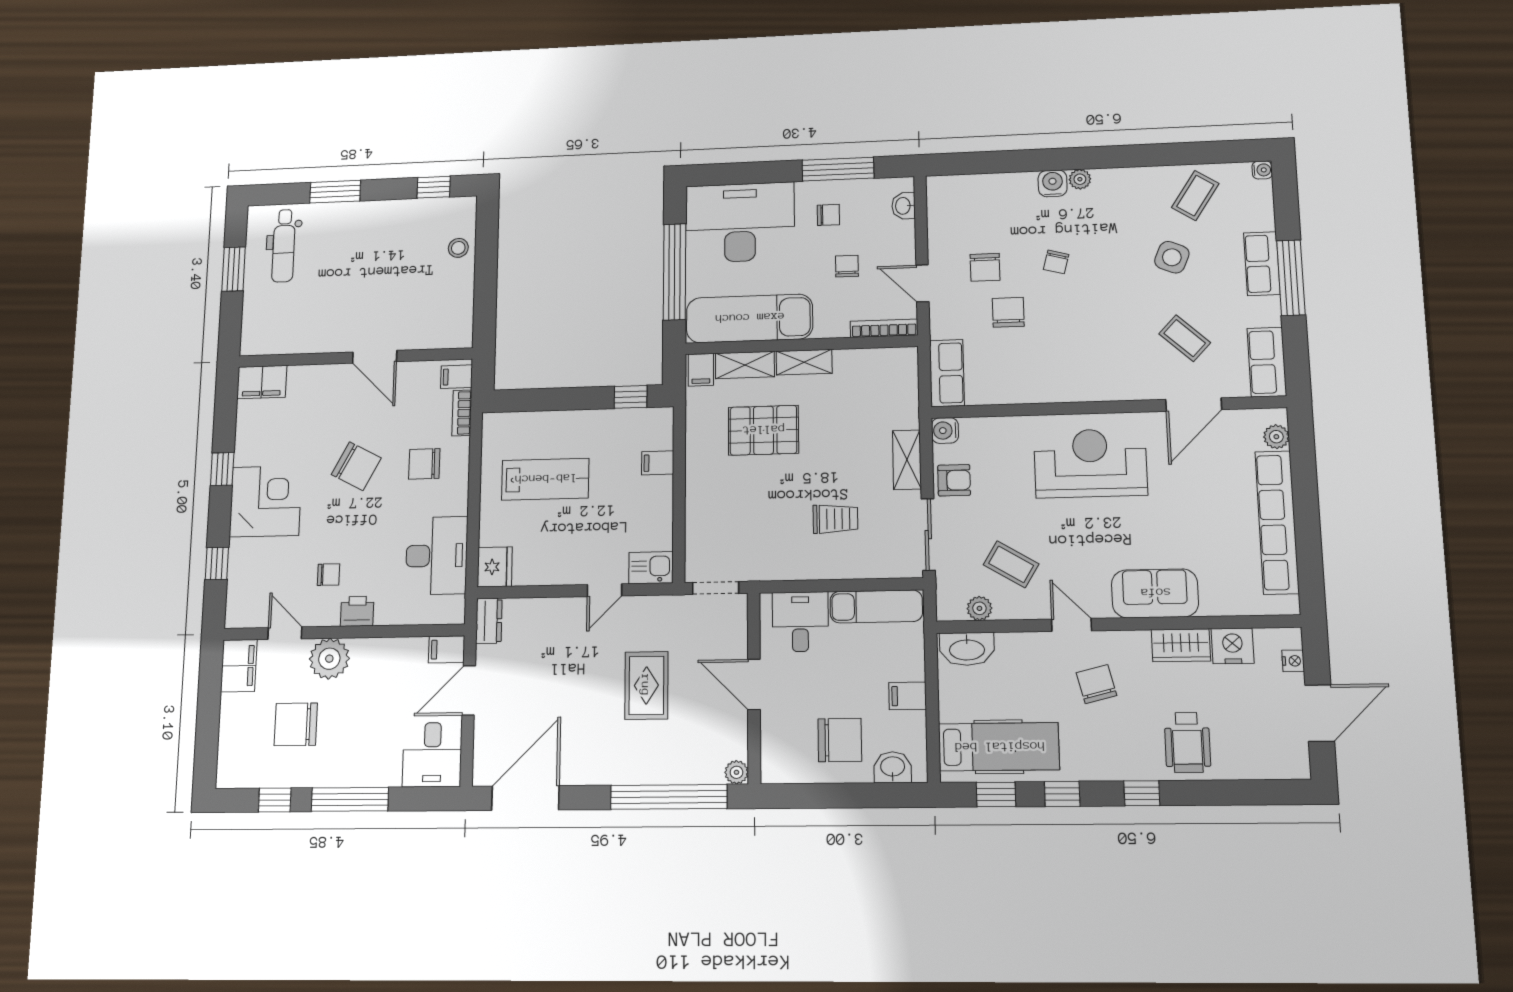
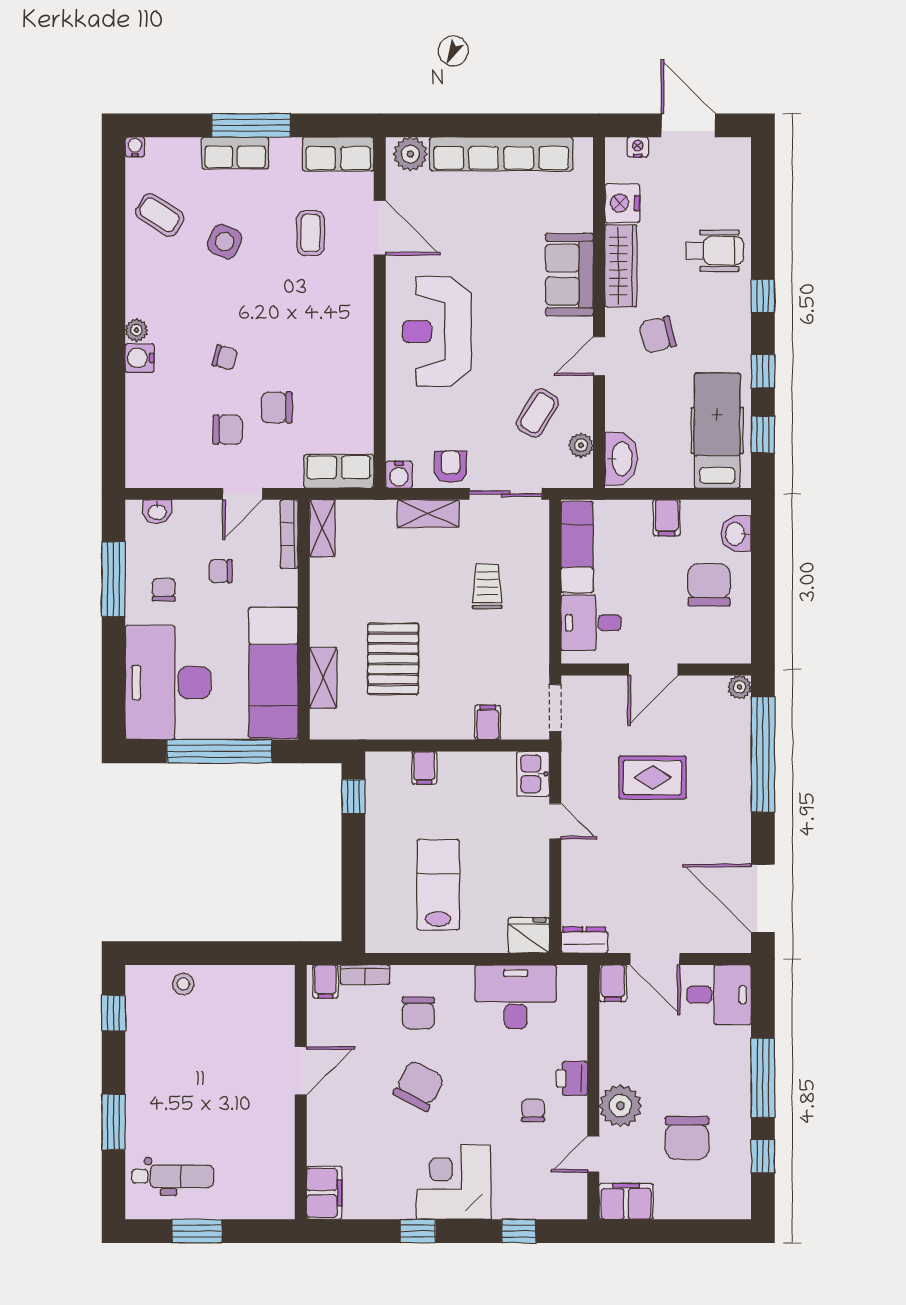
coffee table: (1185, 338) -> (311, 233), turned -43
shelving: (804, 362) -> (322, 528), moved
filing cabinet: (701, 370) -> (488, 722), moved, turned -90
plant: (1276, 437) -> (410, 154), width x1.38, depth x1.38
wardrobe: (1181, 645) -> (621, 266), width x1.50

